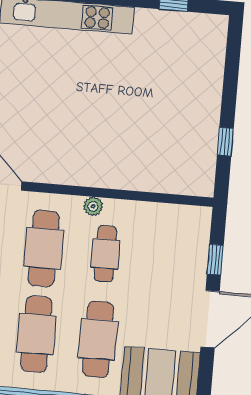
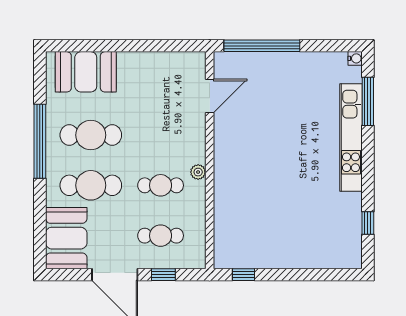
window: (225, 142) -> (243, 275), moved
cafe table: (44, 248) -> (161, 236), moved, width x0.73, depth x0.74

